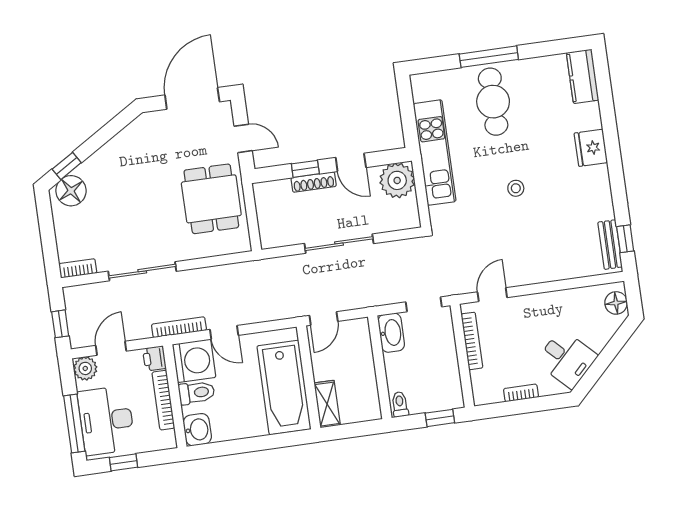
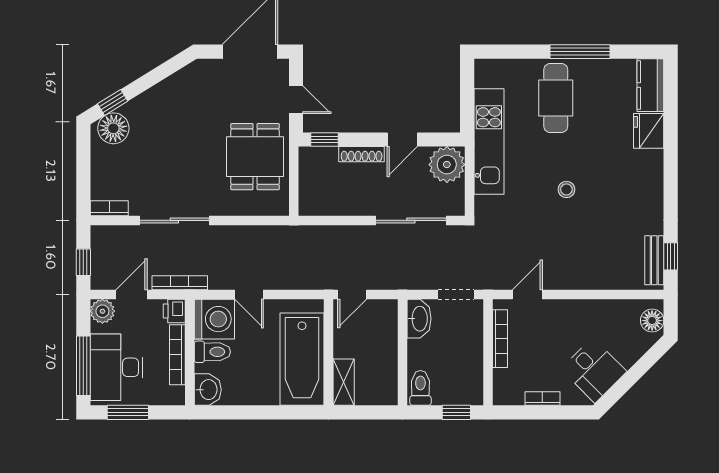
window: (489, 57) -> (580, 52), moved
fridge: (591, 148) -> (649, 131), moved
door: (351, 162) -> (402, 140), hinge flipped
window: (305, 169) -> (324, 140), moved
sliding door: (339, 244) -> (411, 220), moved
bookcase: (179, 327) -> (180, 283), moved
toilet: (400, 404) -> (420, 388), width x1.37, depth x1.39
window: (123, 462) -> (128, 412), width x1.50

